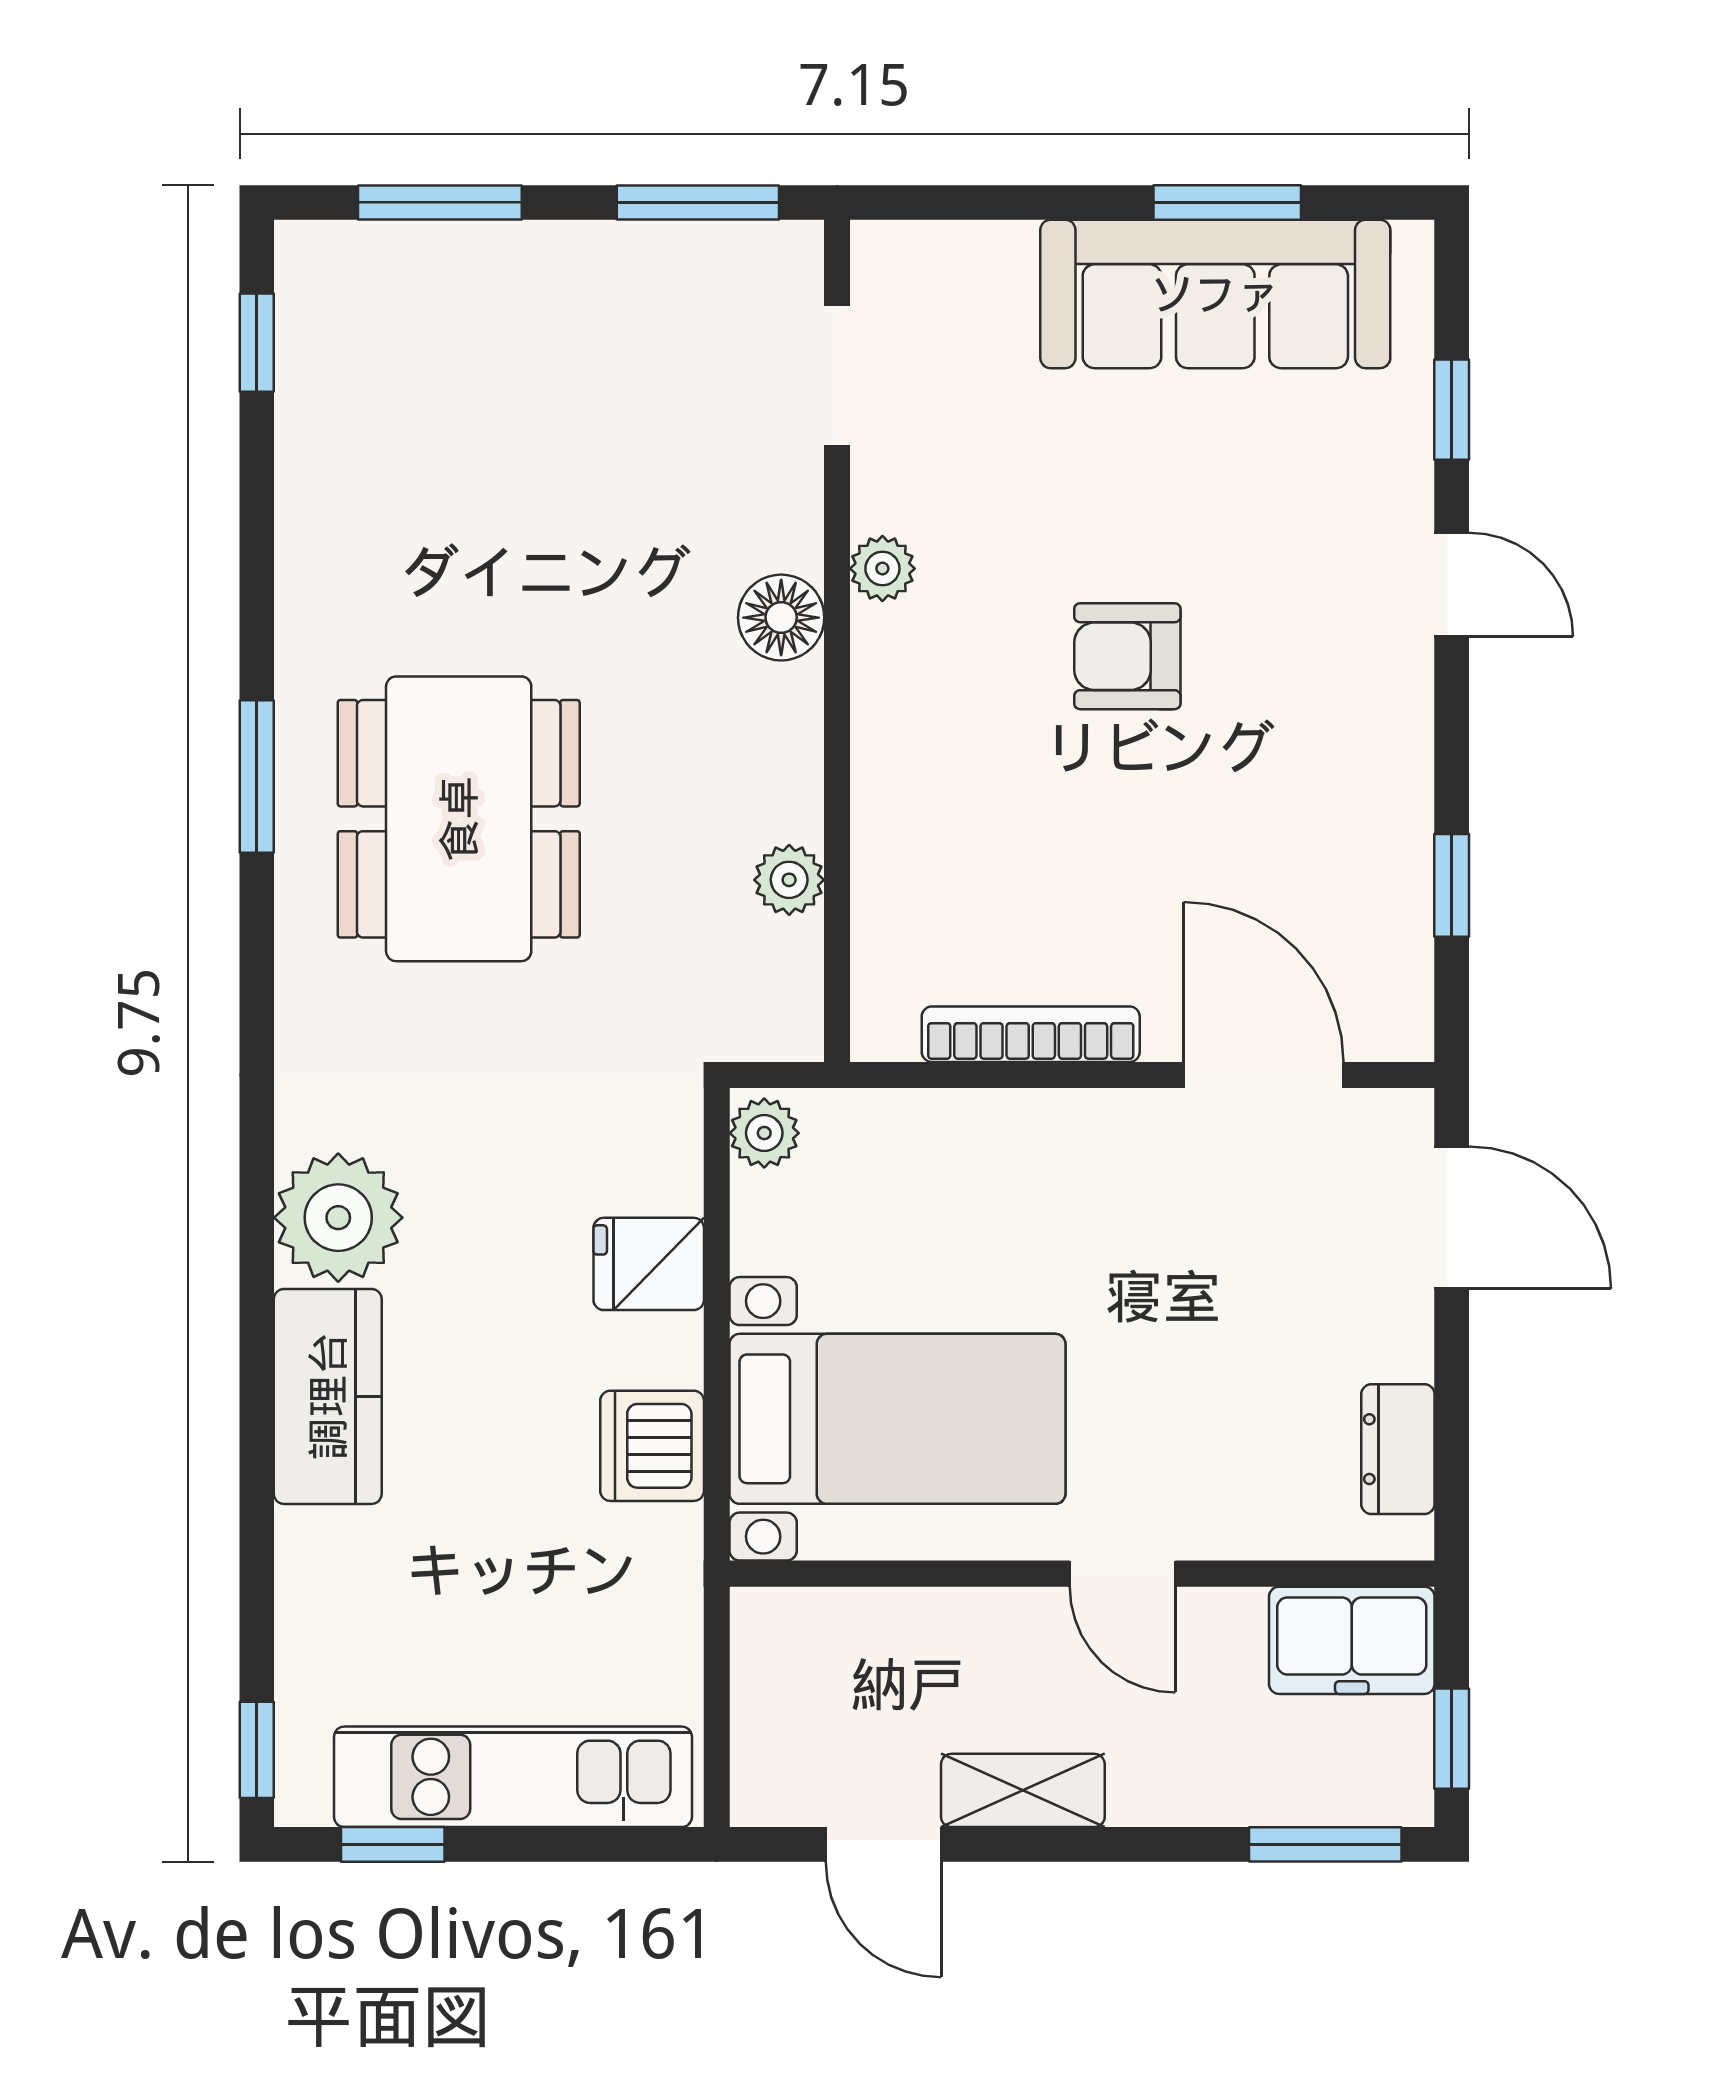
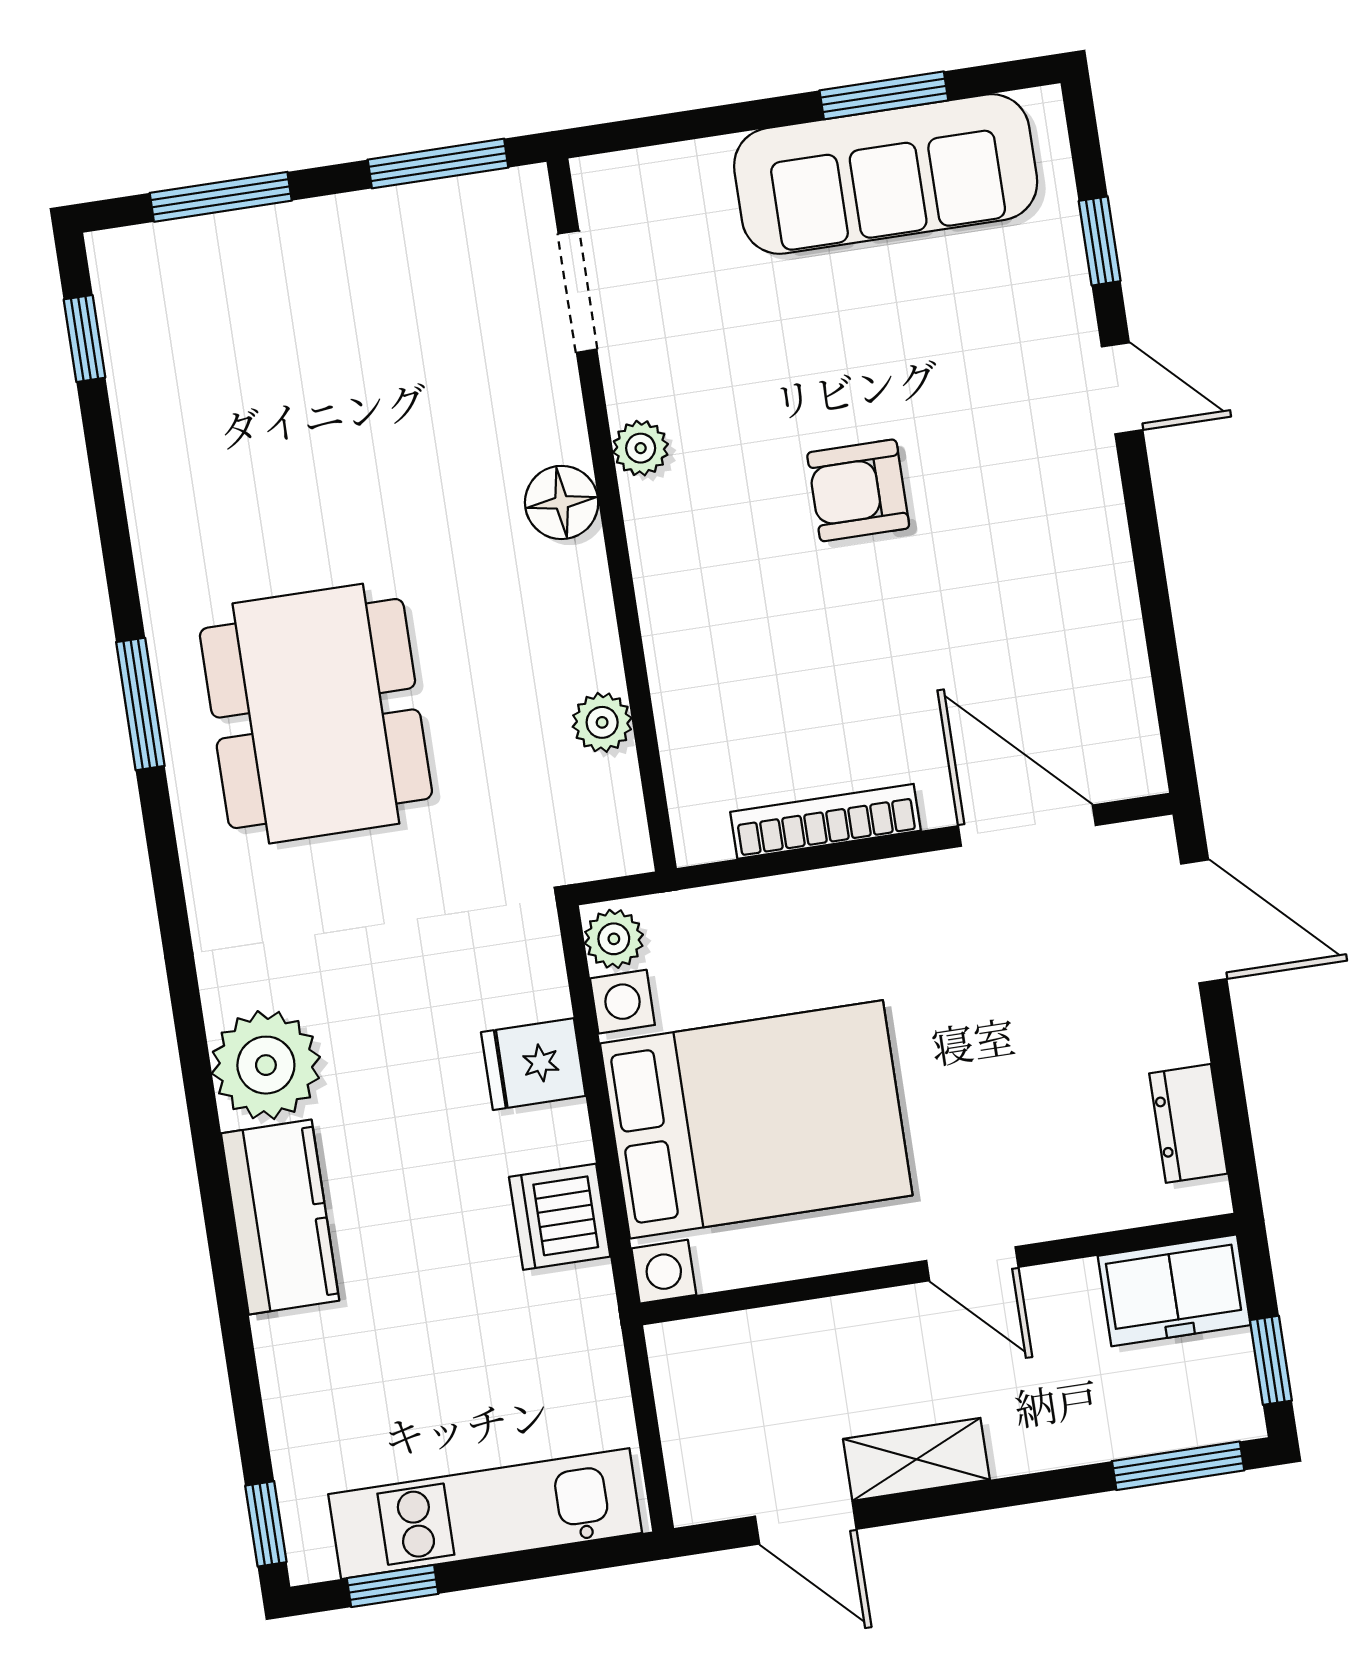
window: (1452, 885) -> (1161, 642), removed
bed with nightstands: (897, 1419) -> (756, 1119), width x1.36

